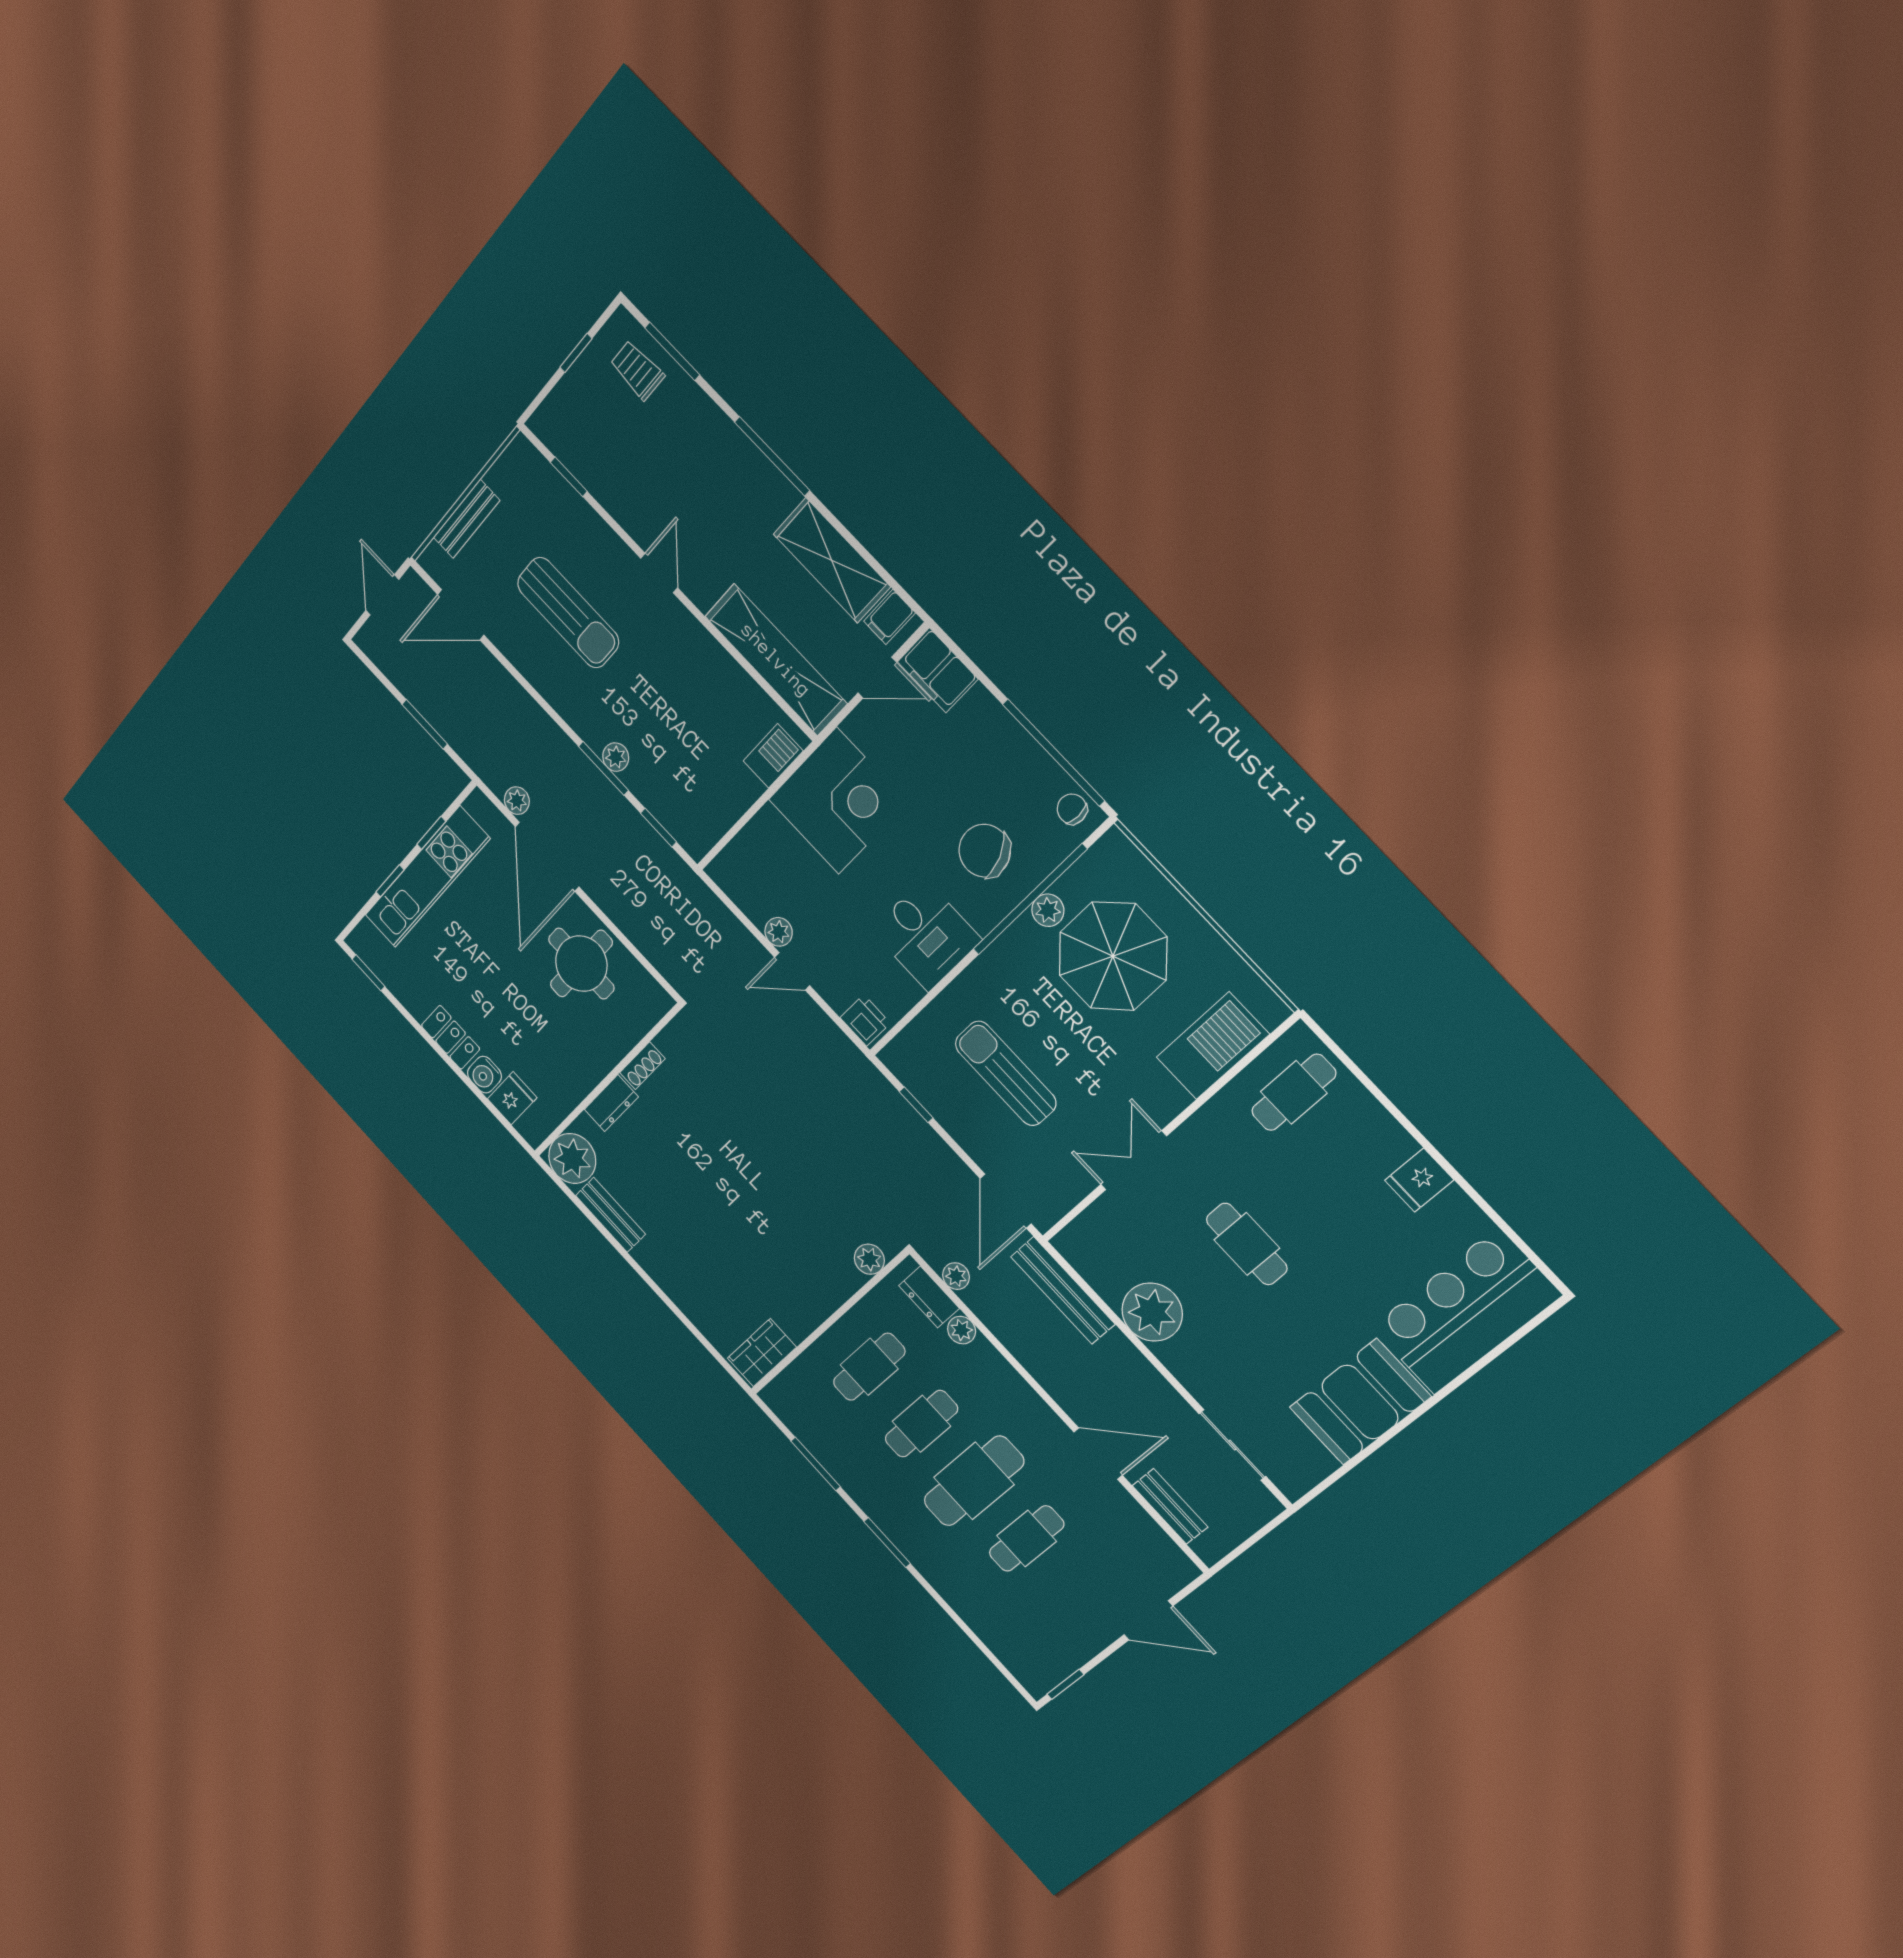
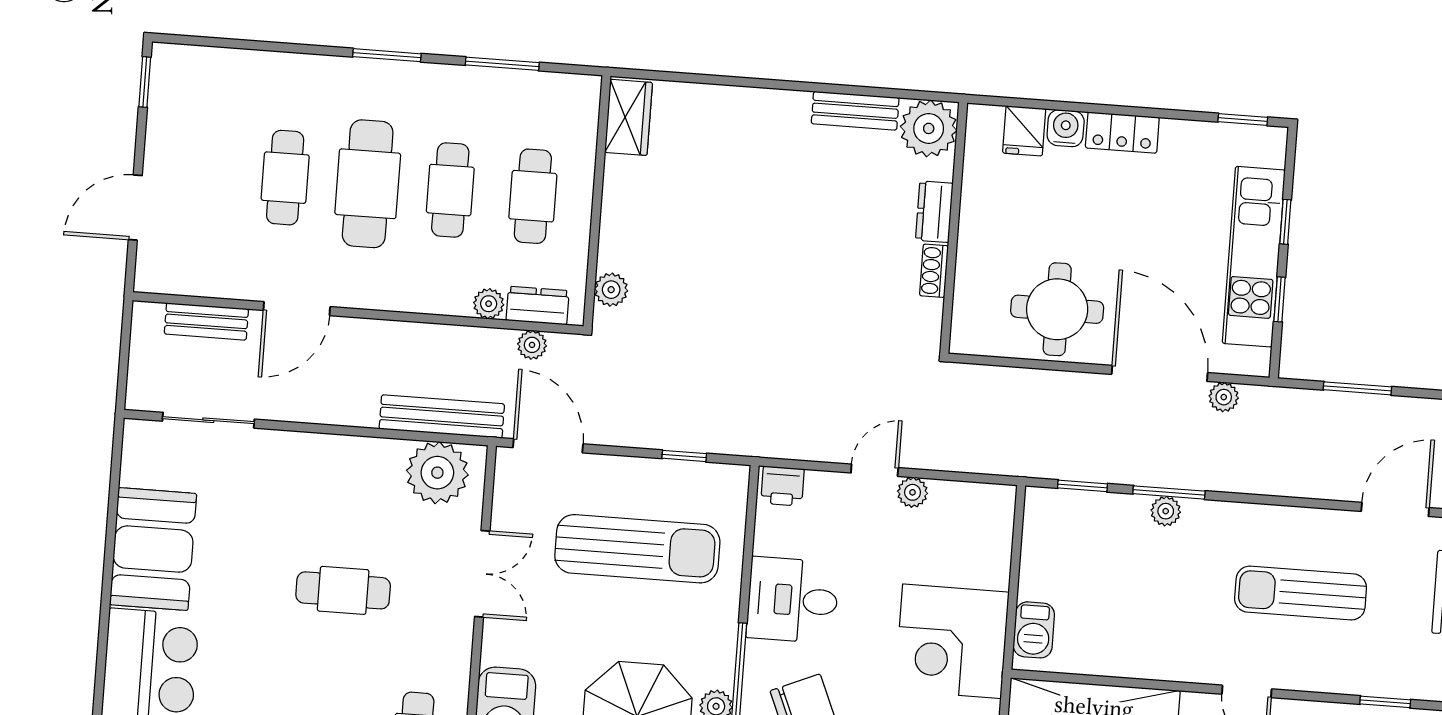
sun lounger: (1006, 1073) -> (637, 549), width x1.36, depth x1.34
plant: (1152, 1312) -> (437, 473), moved

